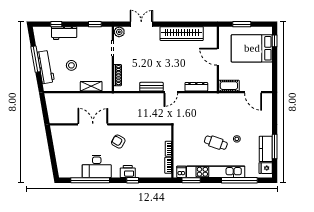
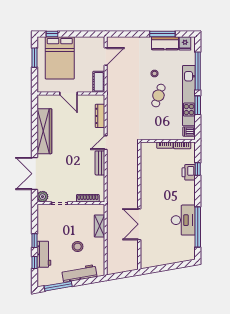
window: (95, 24) -> (34, 241), moved
double door: (141, 24) -> (34, 174), width x1.37
window: (242, 24) -> (34, 58), moved
door: (218, 57) -> (69, 93), hinge flipped
window: (36, 59) -> (58, 286), moved
door: (171, 92) -> (106, 143), swing flipped
armchair: (118, 142) -> (157, 198), removed
printer: (128, 172) -> (189, 172), moved
window: (133, 180) -> (198, 169), moved
window: (191, 180) -> (198, 105), moved

